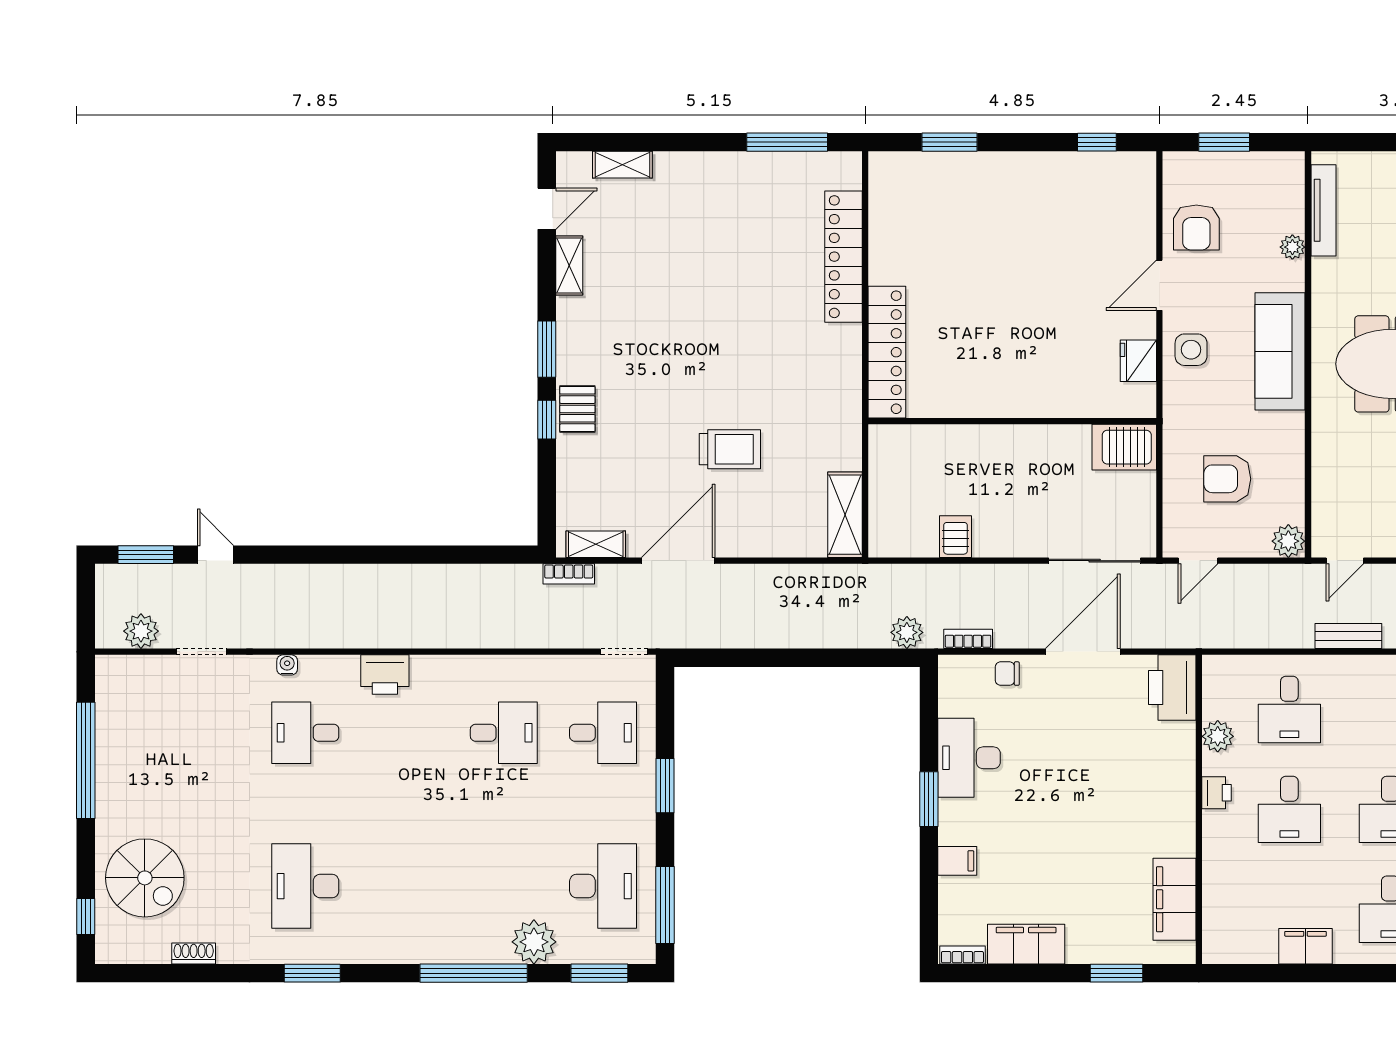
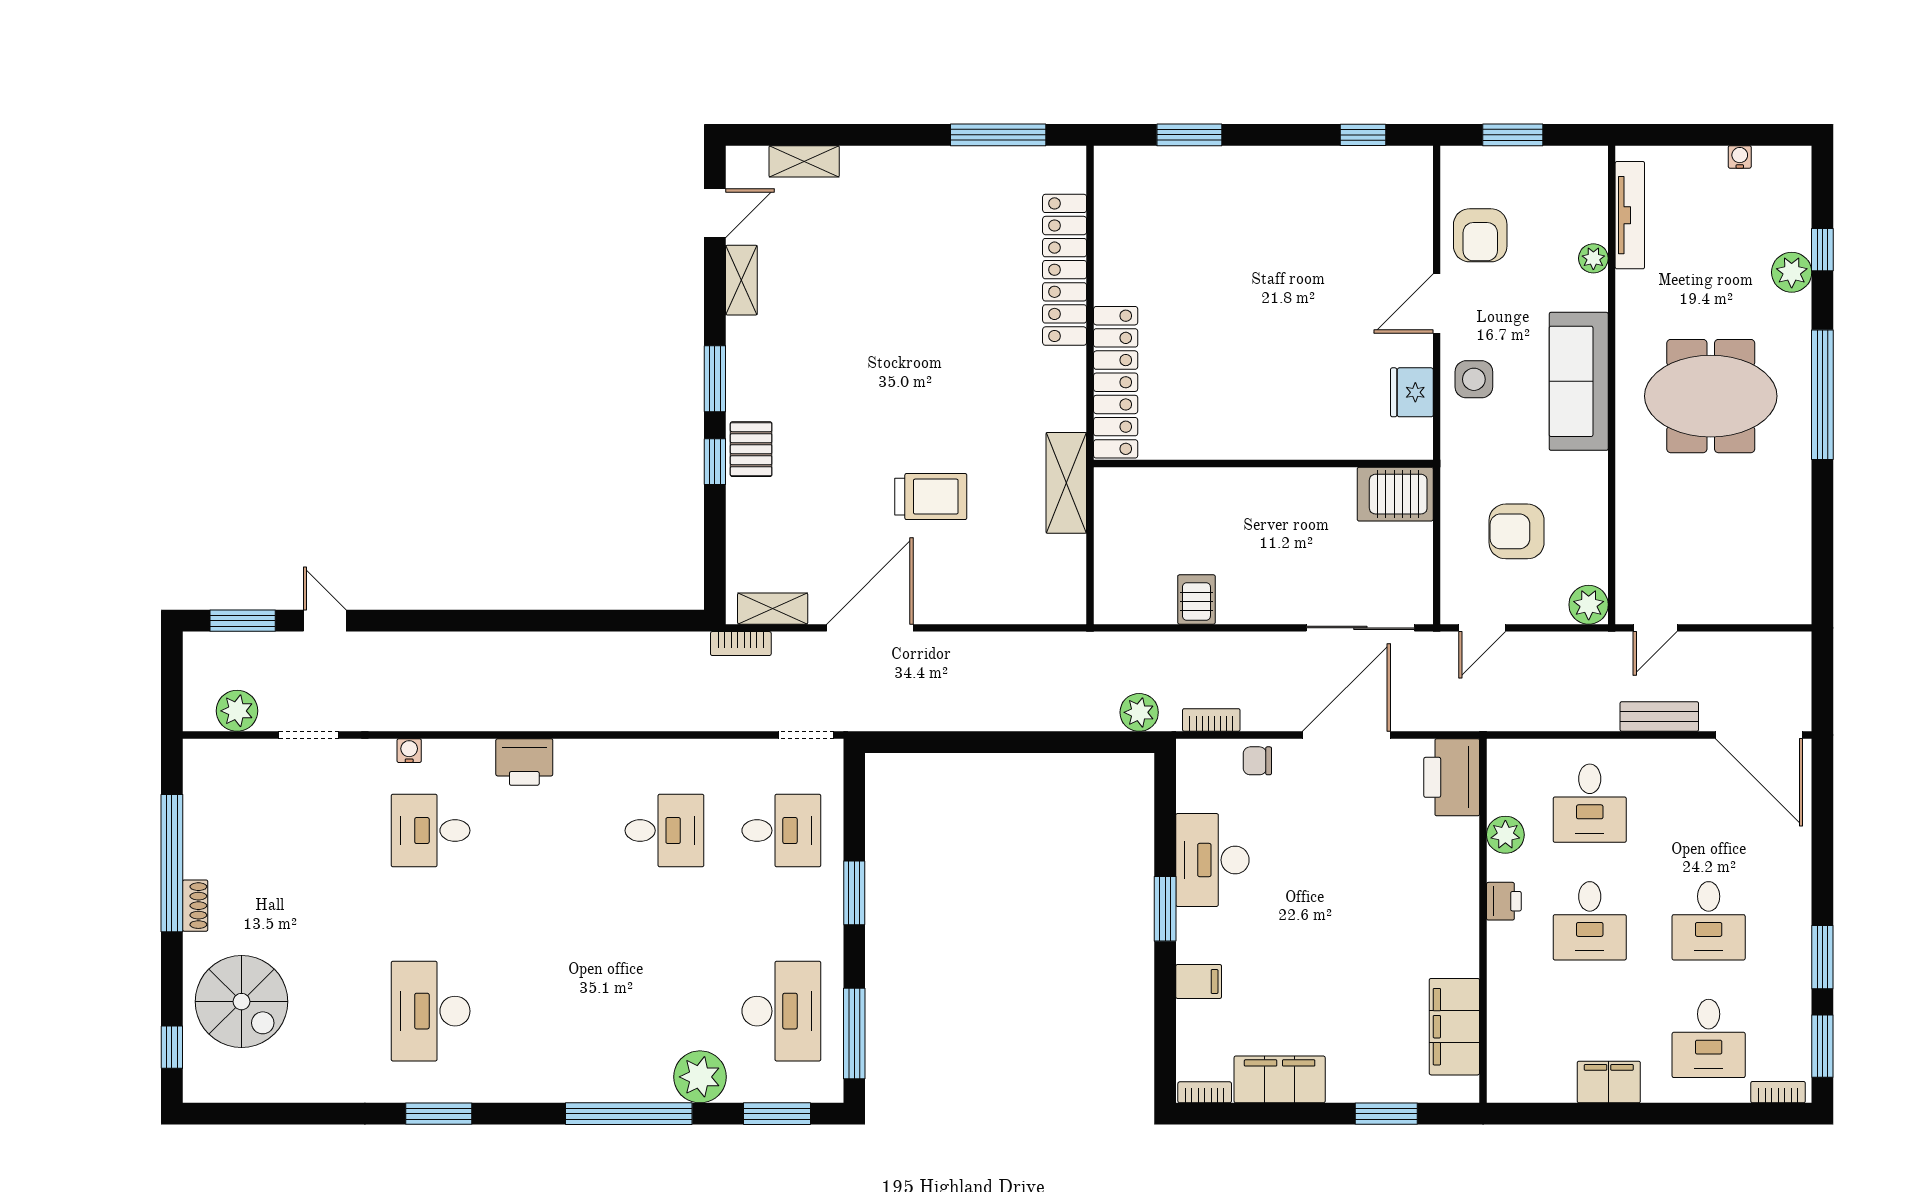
shelving: (845, 515) -> (1066, 483), moved
shoe rack: (194, 953) -> (195, 906), moved, turned 90

